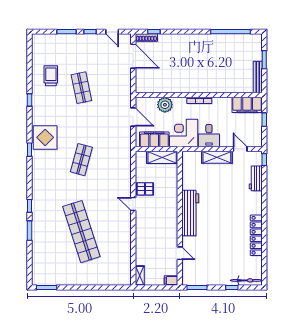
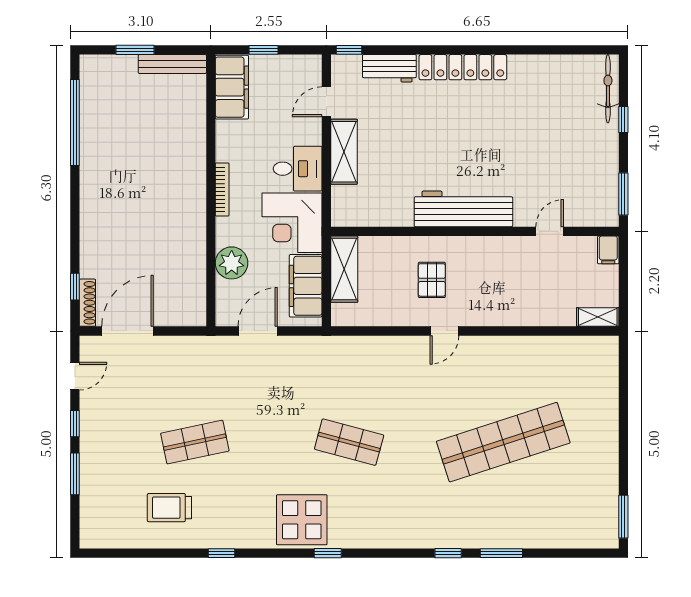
pallet: (145, 189) -> (432, 280), moved
locker: (256, 235) -> (463, 67), moved

